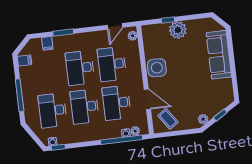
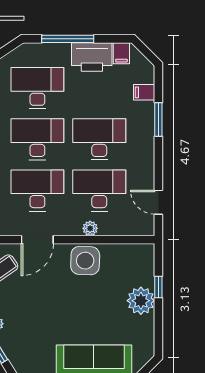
plant: (133, 36) -> (90, 228), moved
printer: (29, 79) -> (92, 57), added

